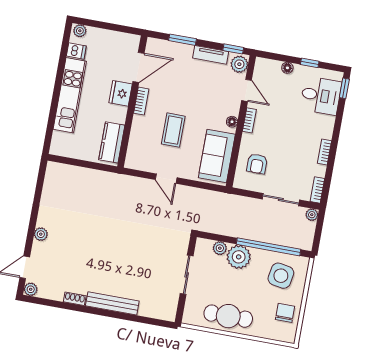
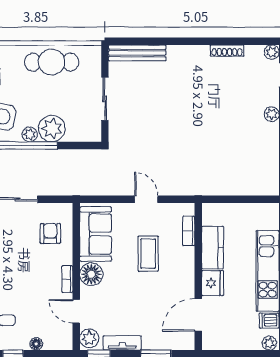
bookcase: (141, 101) -> (189, 231), moved
floor lamp: (232, 122) -> (91, 274), width x1.89, depth x1.89
kitchen counter: (112, 142) -> (213, 248), moved
plant: (220, 248) -> (30, 134), moved
shoe rack: (75, 299) -> (227, 51), width x1.43
bench: (112, 303) -> (137, 53), moved

